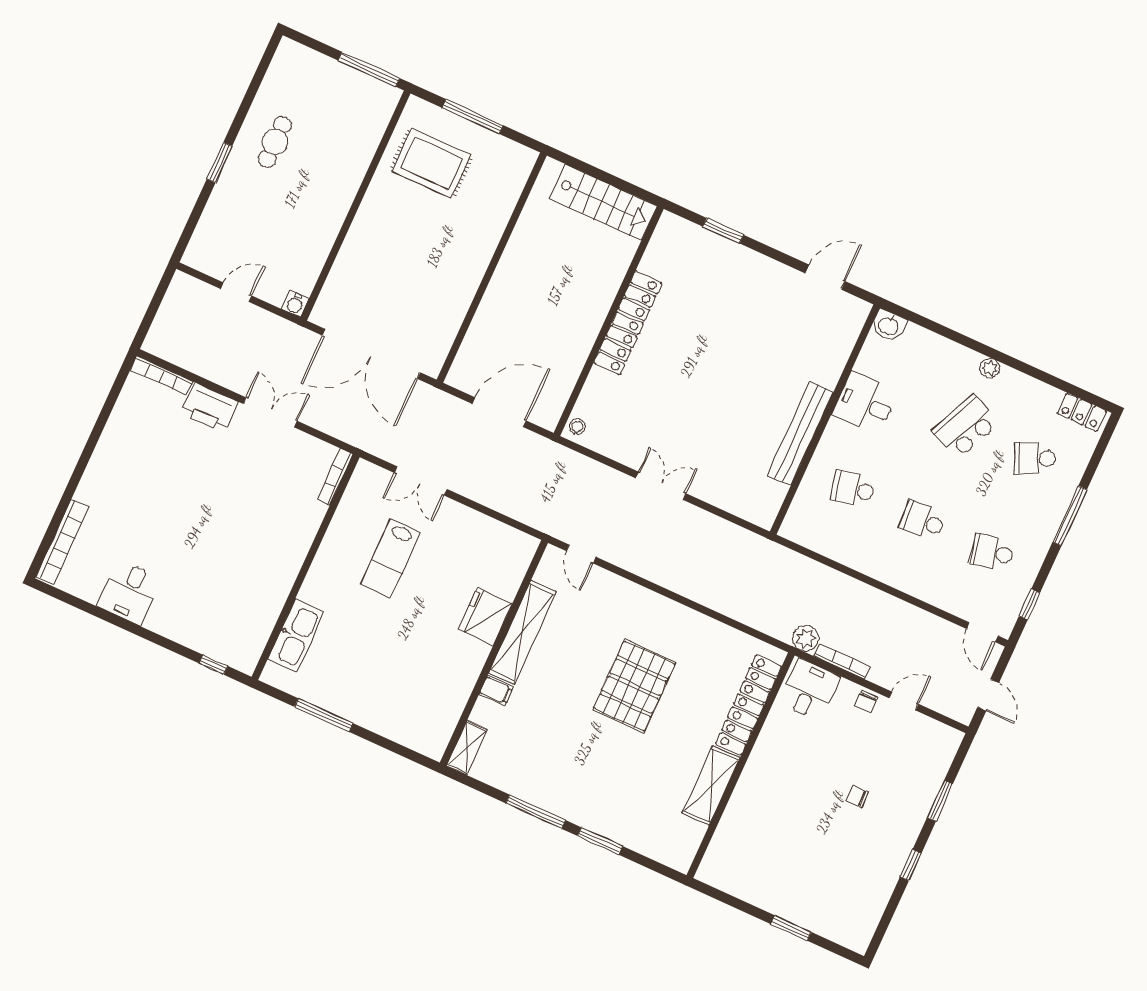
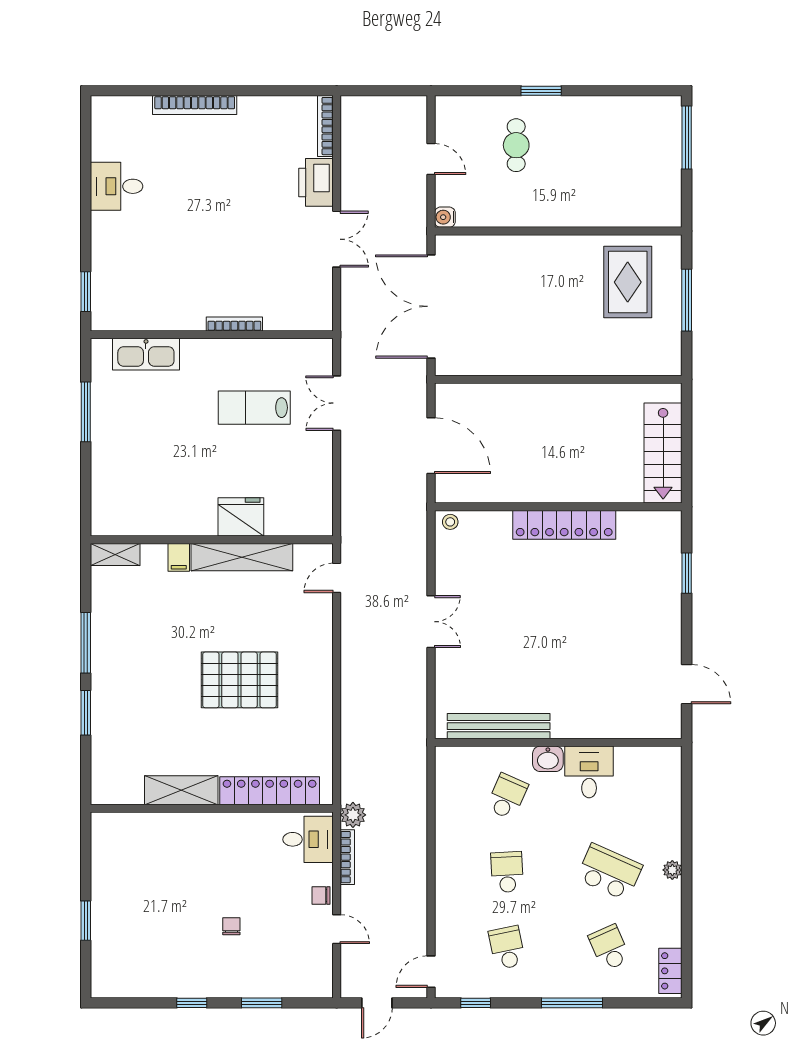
window: (369, 69) -> (687, 137), moved
cafe table: (275, 142) -> (516, 145), moved, turned 90
washbasin: (889, 326) -> (548, 759), moved, turned -90
bench: (800, 434) -> (499, 726), moved
bookcase: (335, 477) -> (234, 324), moved
school desk: (853, 489) -> (507, 796), turned 36
bookcase: (62, 542) -> (195, 105), moved
window: (213, 665) -> (86, 292), width x1.50

